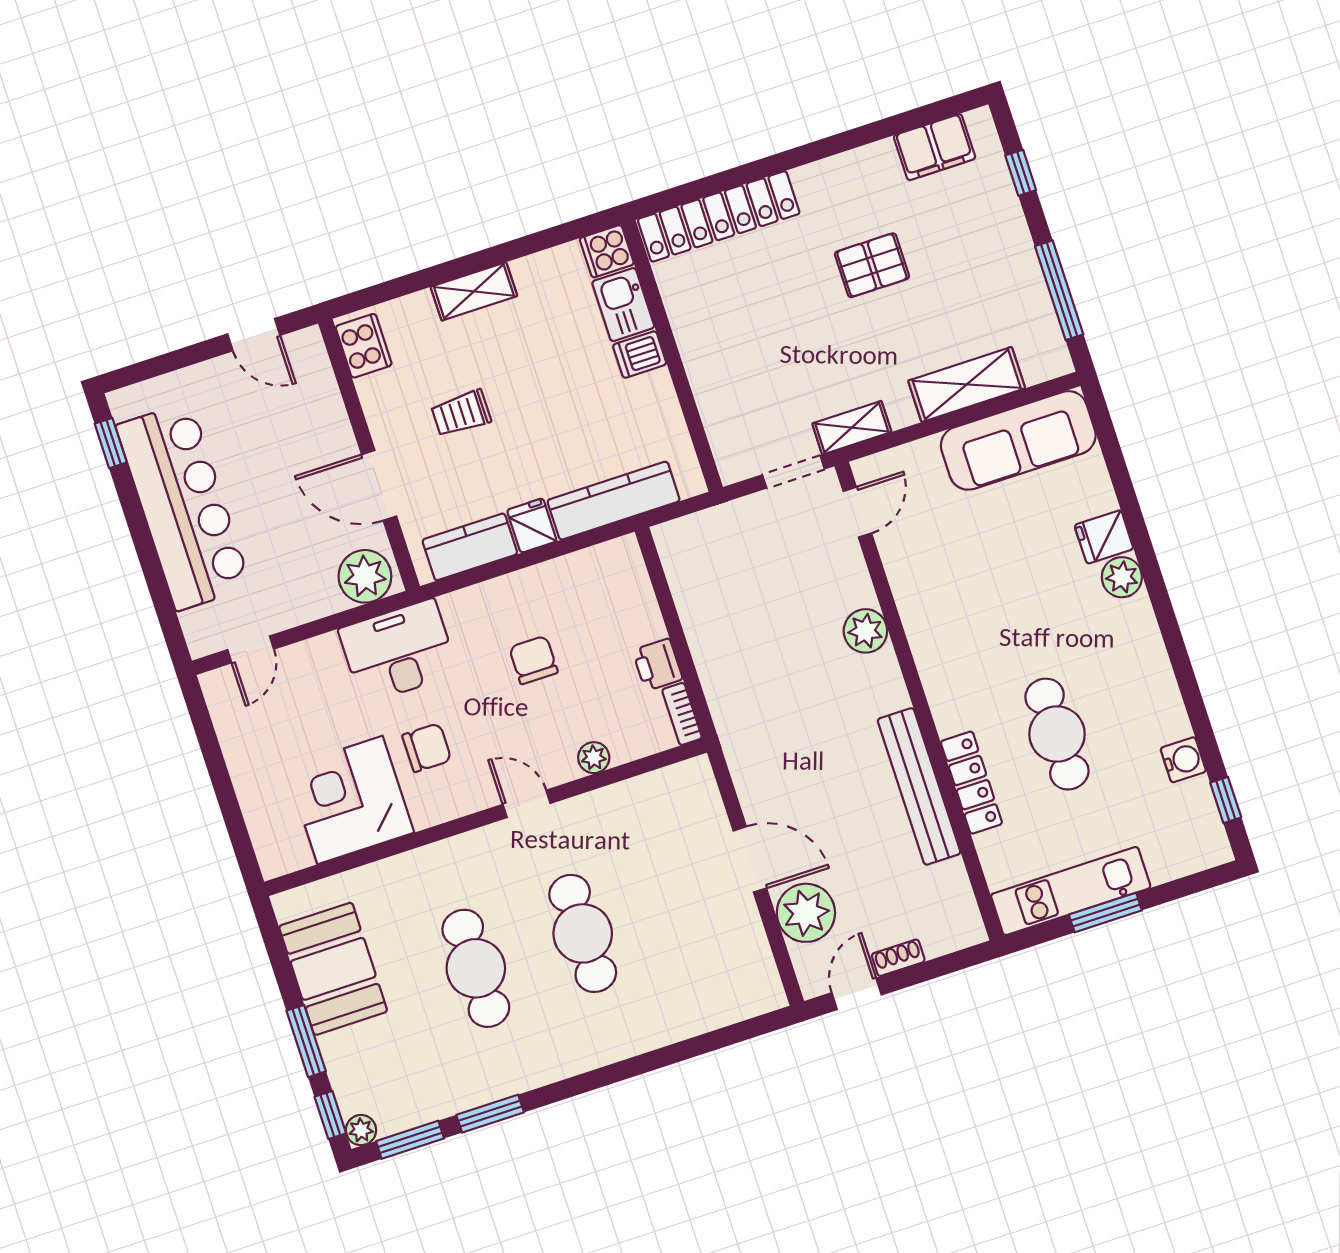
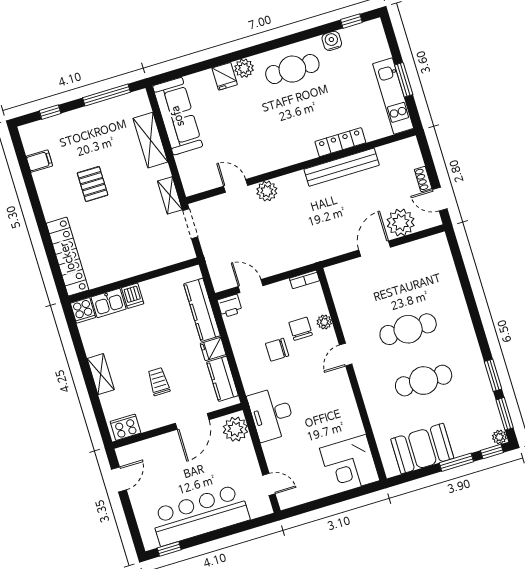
filing cabinet: (935, 147) -> (39, 161), width x0.50
trolley: (461, 413) -> (159, 382), turned 180
door: (857, 512) -> (236, 186), moved
door: (666, 601) -> (251, 286), added
printer: (657, 665) -> (230, 306), moved
cafe table: (1057, 734) -> (292, 69), moved
chair: (427, 748) -> (301, 329), moved
corner desk: (350, 800) -> (350, 464), moved

